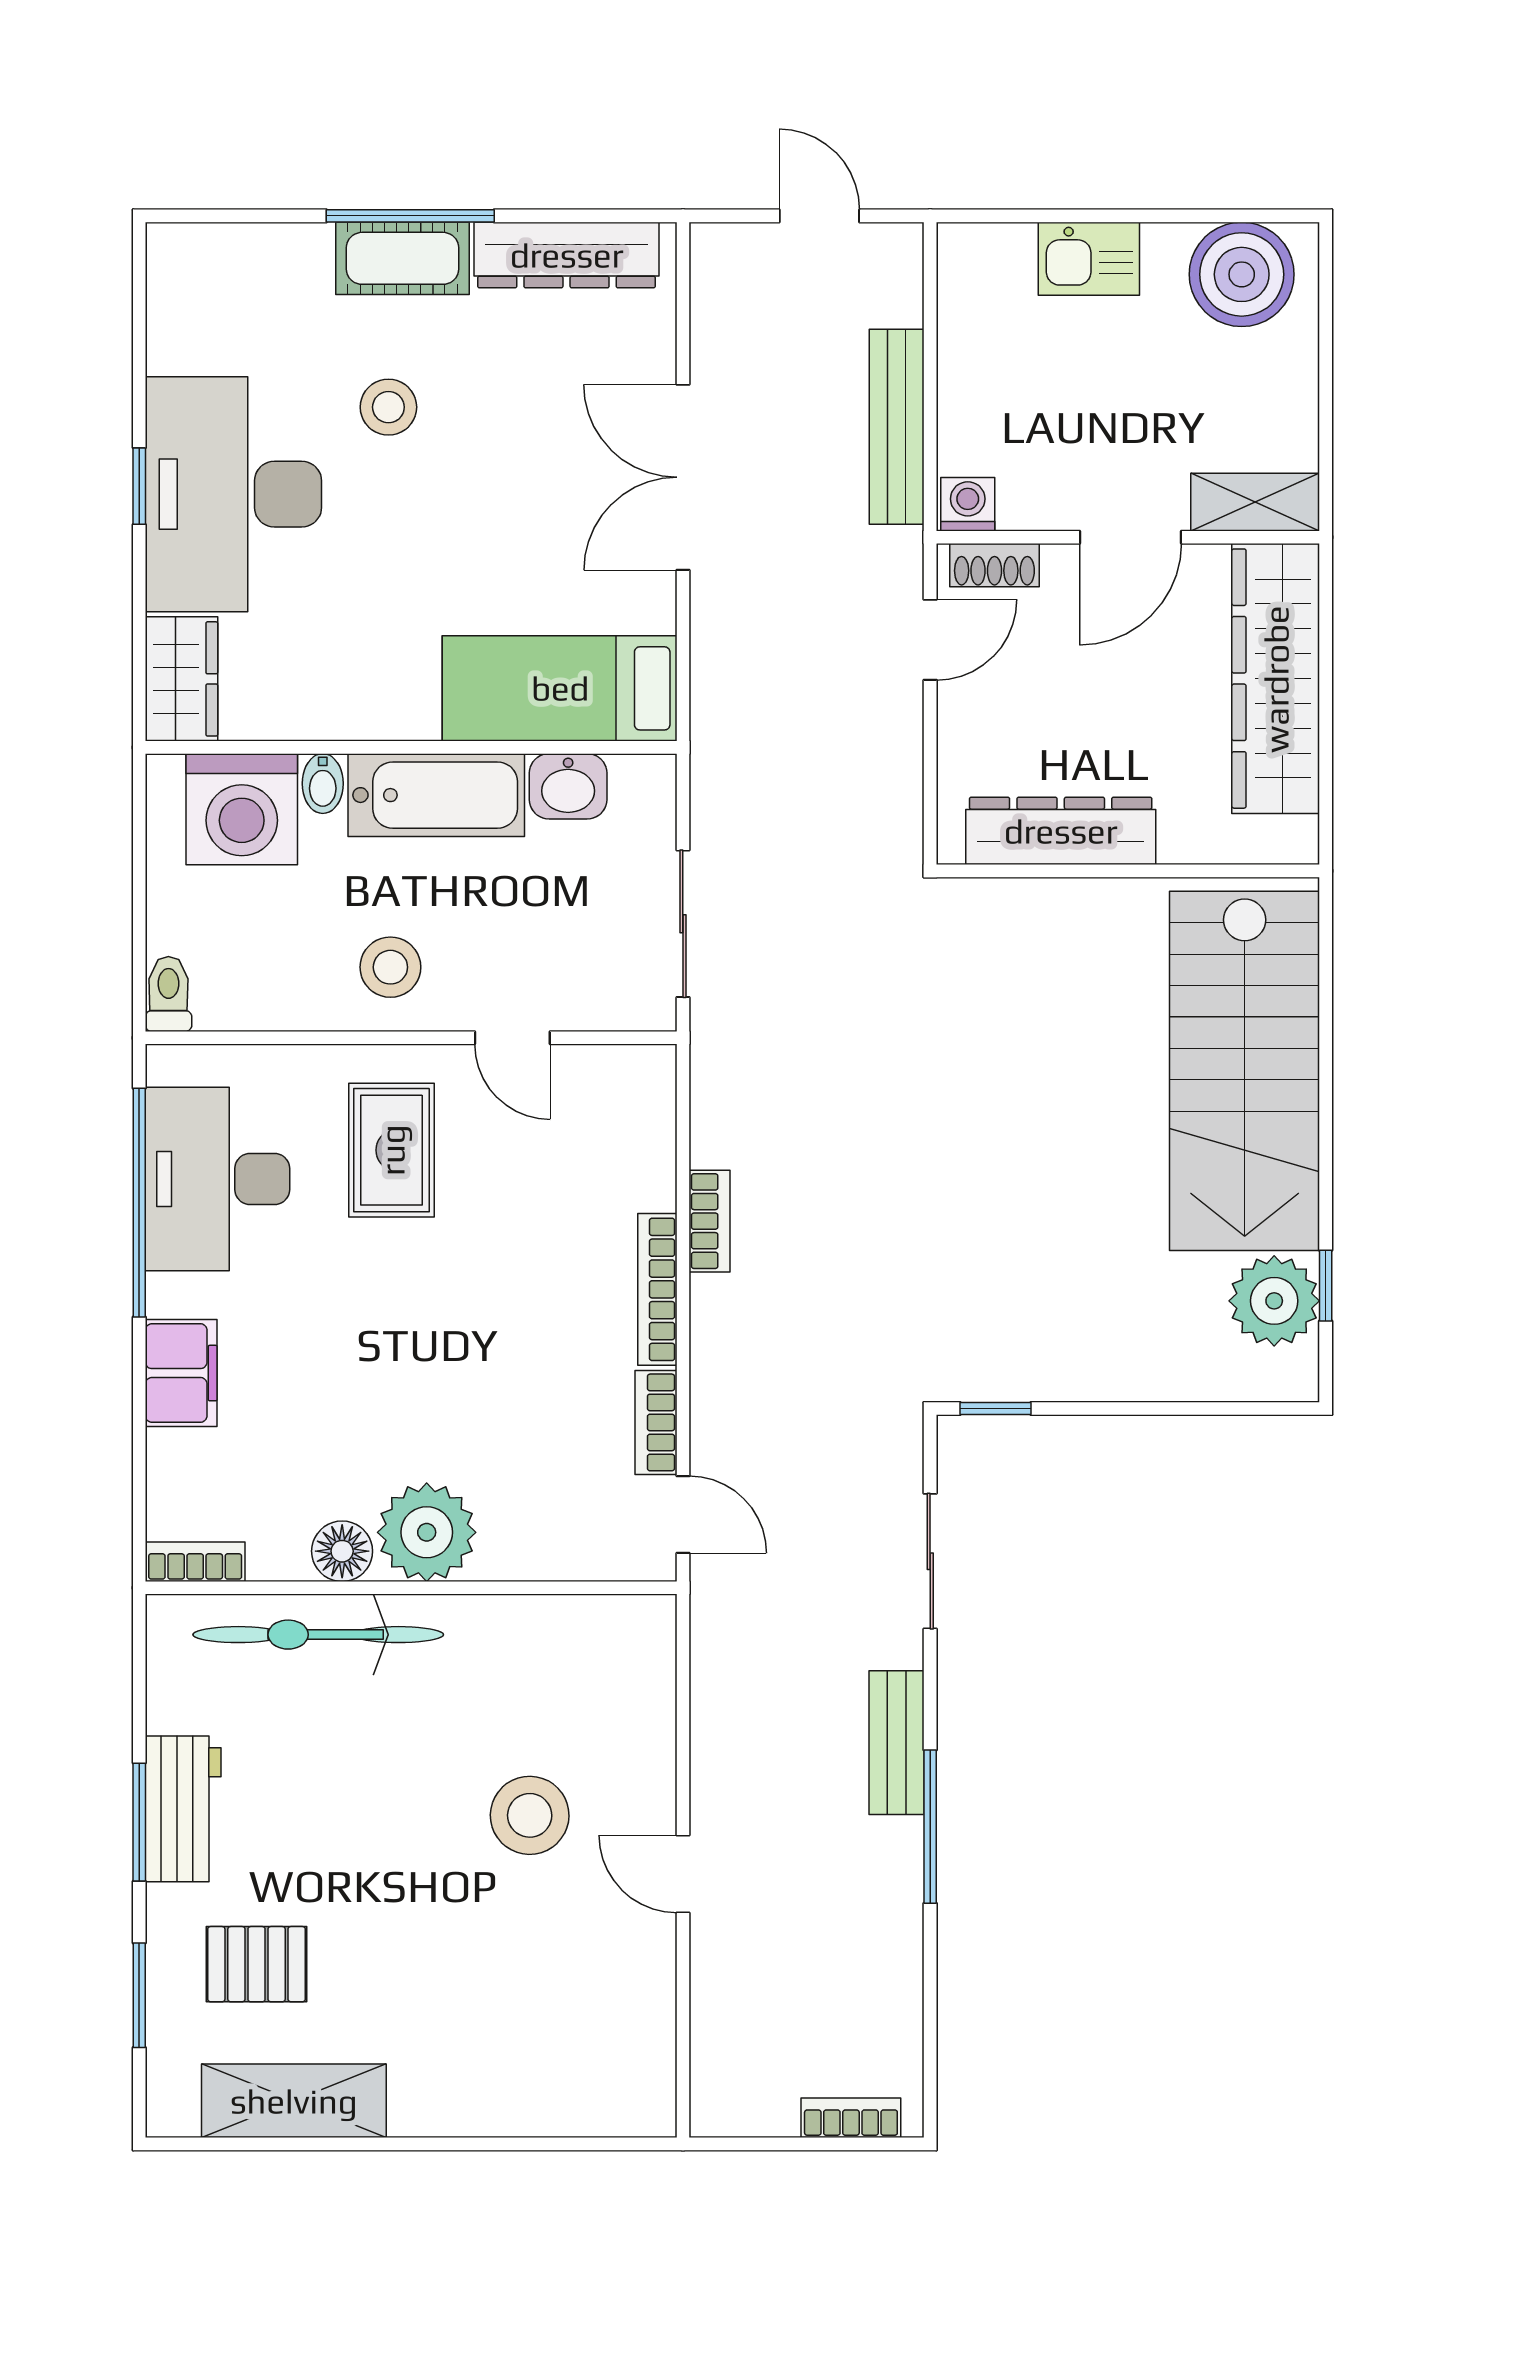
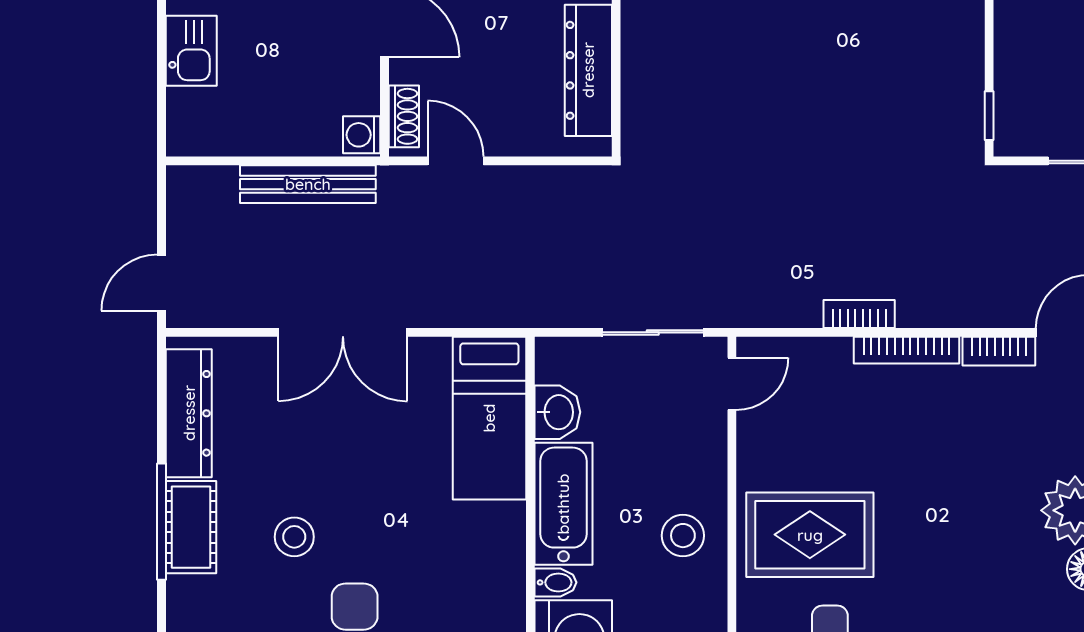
door: (819, 216) -> (162, 283), moved
door: (512, 1038) -> (732, 384), moved
rug: (392, 1150) -> (810, 535), width x1.36, depth x1.43

